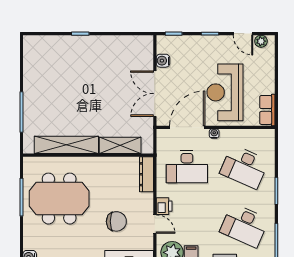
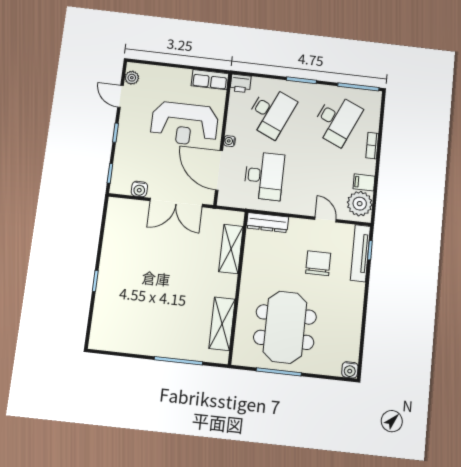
door: (243, 34) -> (120, 96), swing flipped
shelving: (66, 145) -> (222, 324), width x0.68
printer: (164, 206) -> (241, 83), moved, turned 180
door: (155, 224) -> (325, 219), hinge flipped

